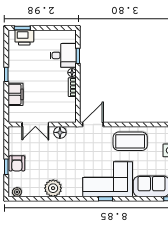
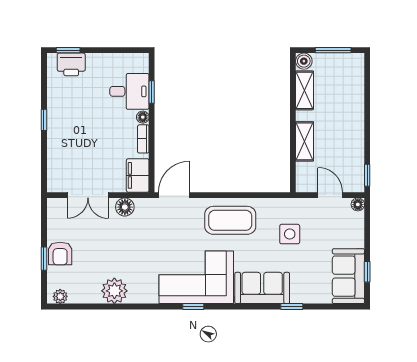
filing cabinet: (15, 94) -> (138, 175), moved, turned 180

